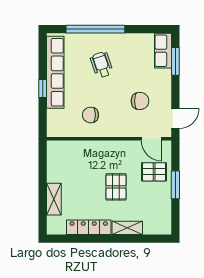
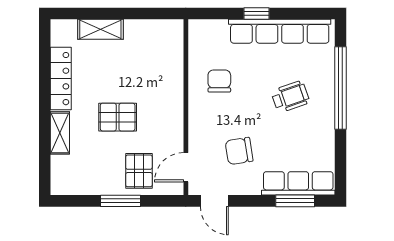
row of seats: (163, 51) -> (298, 183), width x1.48
chair: (140, 101) -> (239, 151), turned 81

